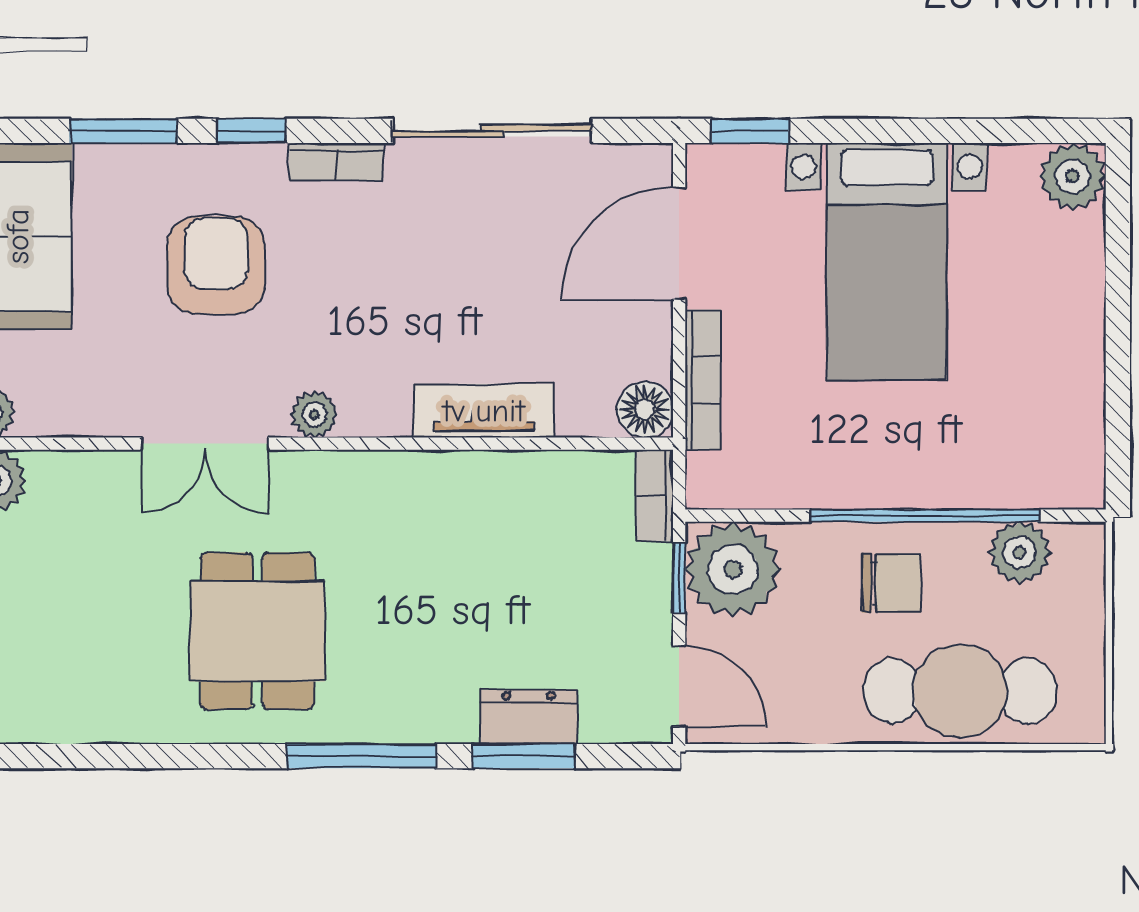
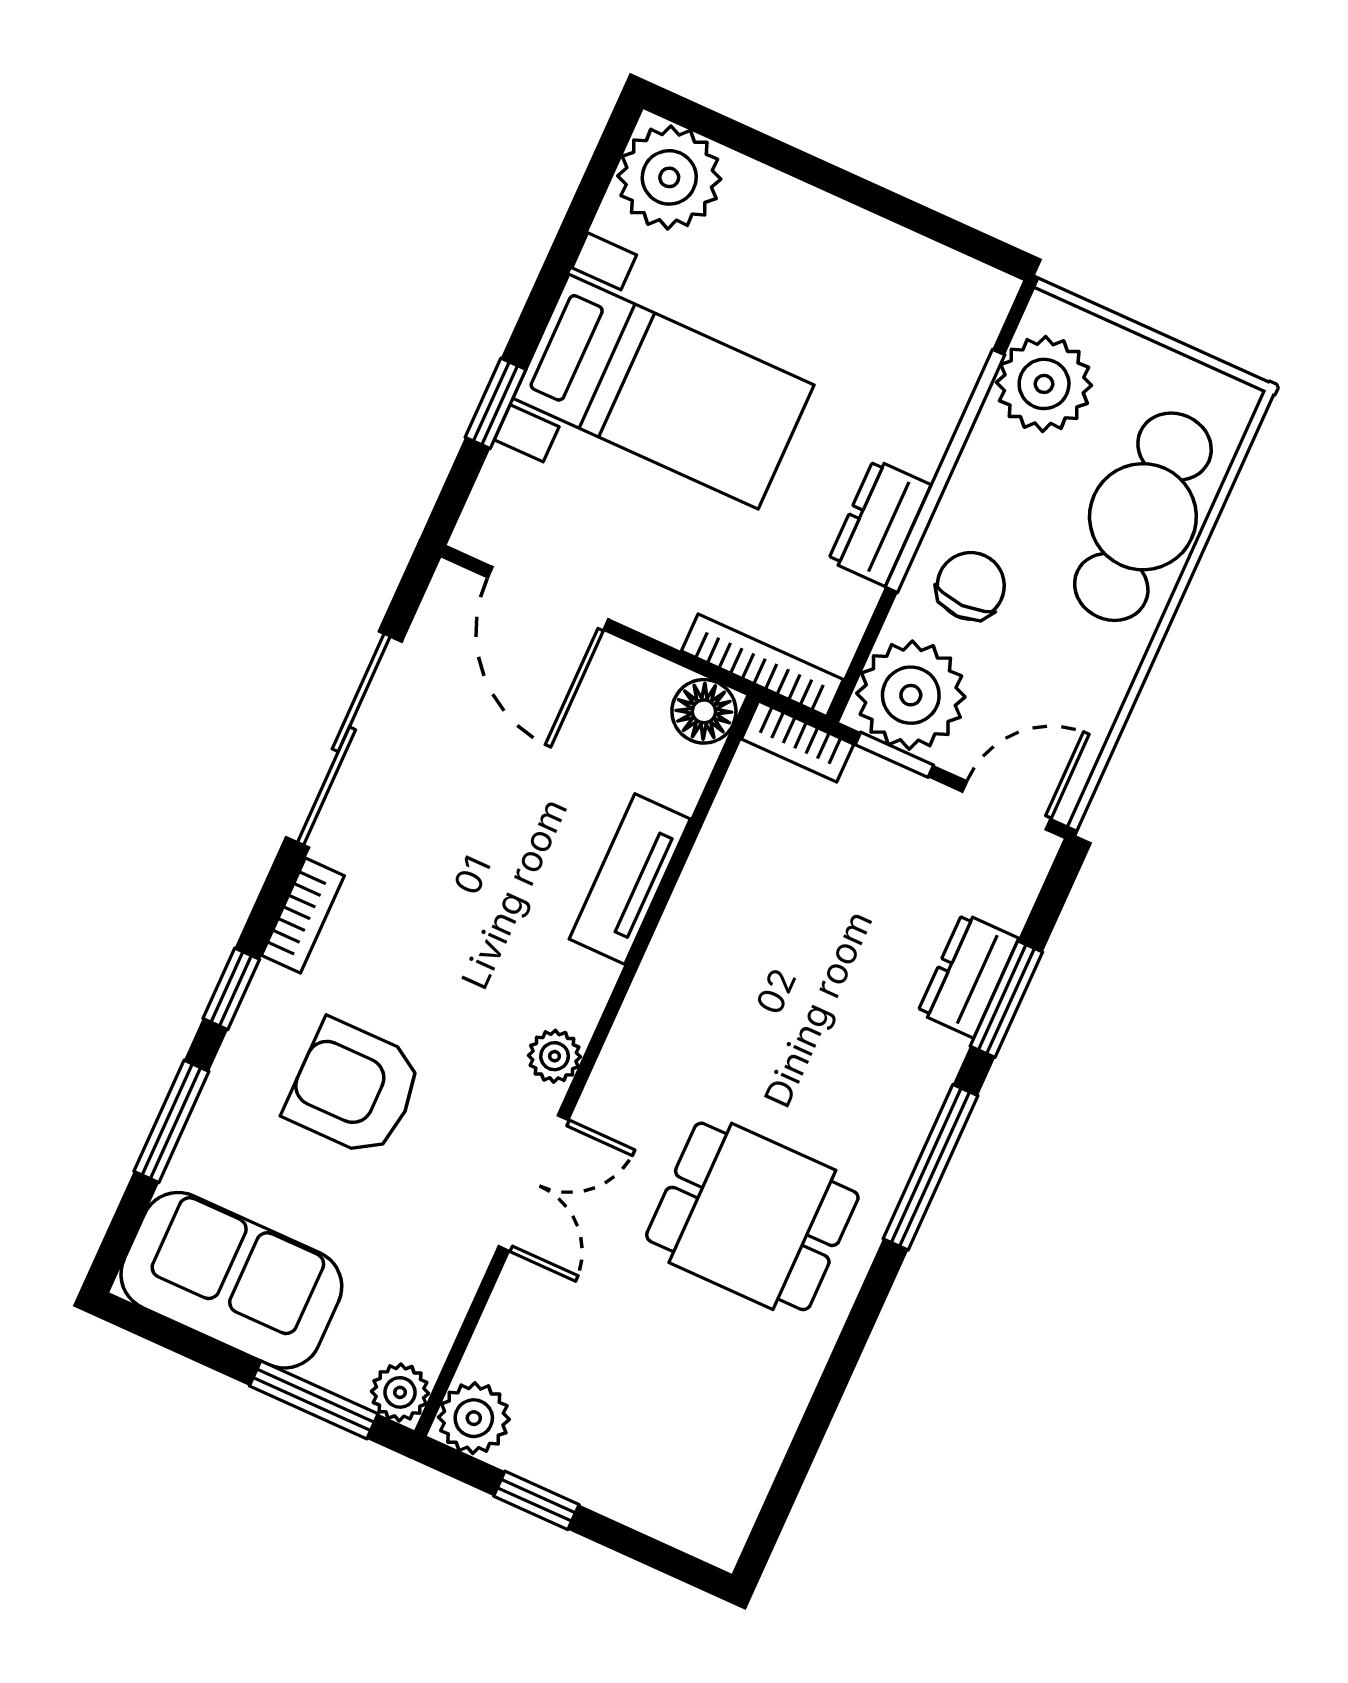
window: (750, 131) -> (496, 403), moved
plant: (1073, 176) -> (669, 177), width x1.36, depth x1.36
bookcase: (703, 380) -> (762, 665), moved
dresser: (860, 482) -> (880, 523), added
plant: (1019, 552) -> (1044, 384), width x1.36, depth x1.36
chair: (891, 583) -> (971, 586), moved

